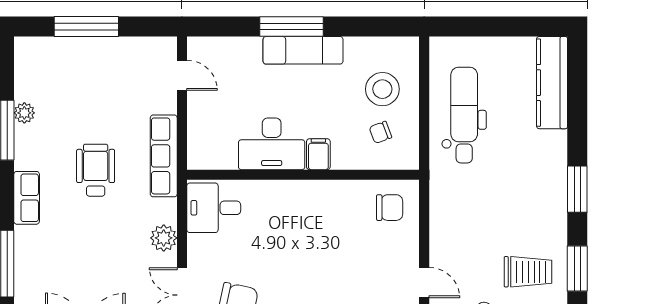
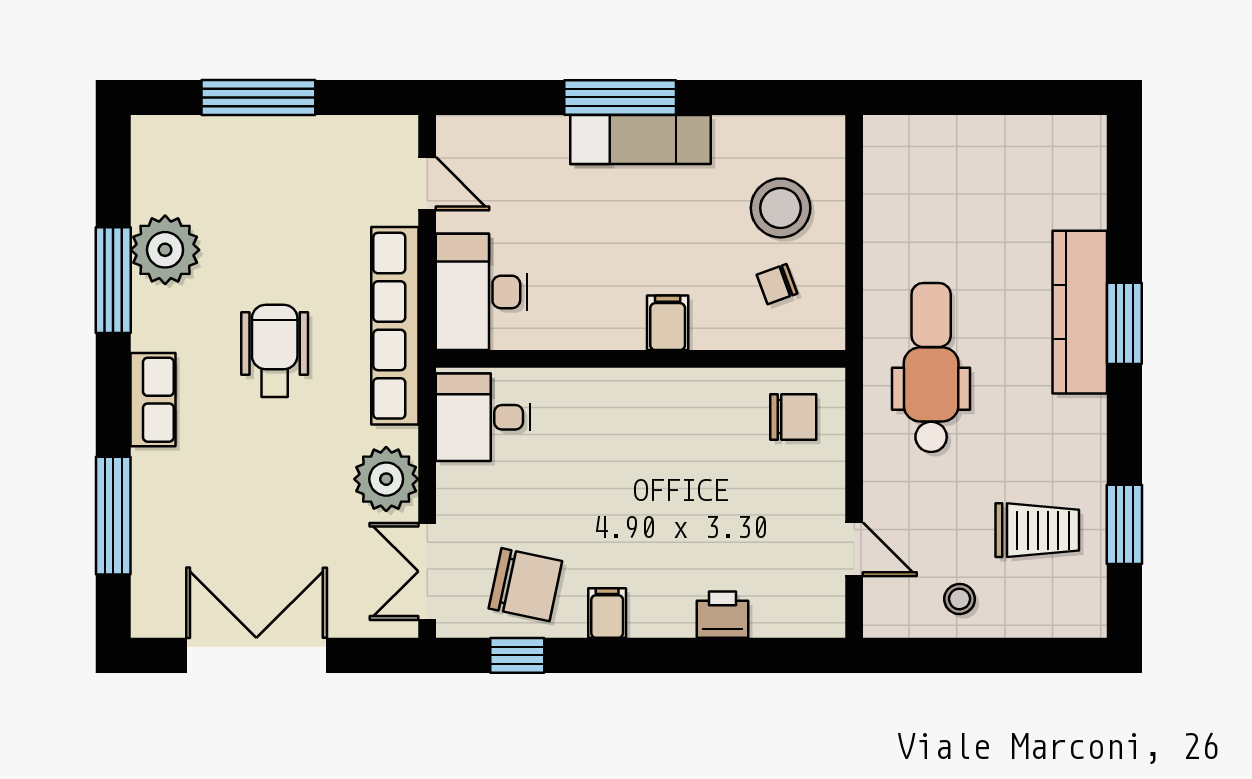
kitchen counter: (552, 83) -> (1080, 312), moved
plant: (24, 113) -> (165, 250), width x1.88, depth x1.88
dental chair: (464, 115) -> (931, 368), moved
desk: (272, 144) -> (482, 292), moved, turned 90
row of seats: (164, 156) -> (395, 326), width x1.36
window: (577, 189) -> (1124, 323), moved
plant: (164, 238) -> (386, 479), width x1.36, depth x1.36

